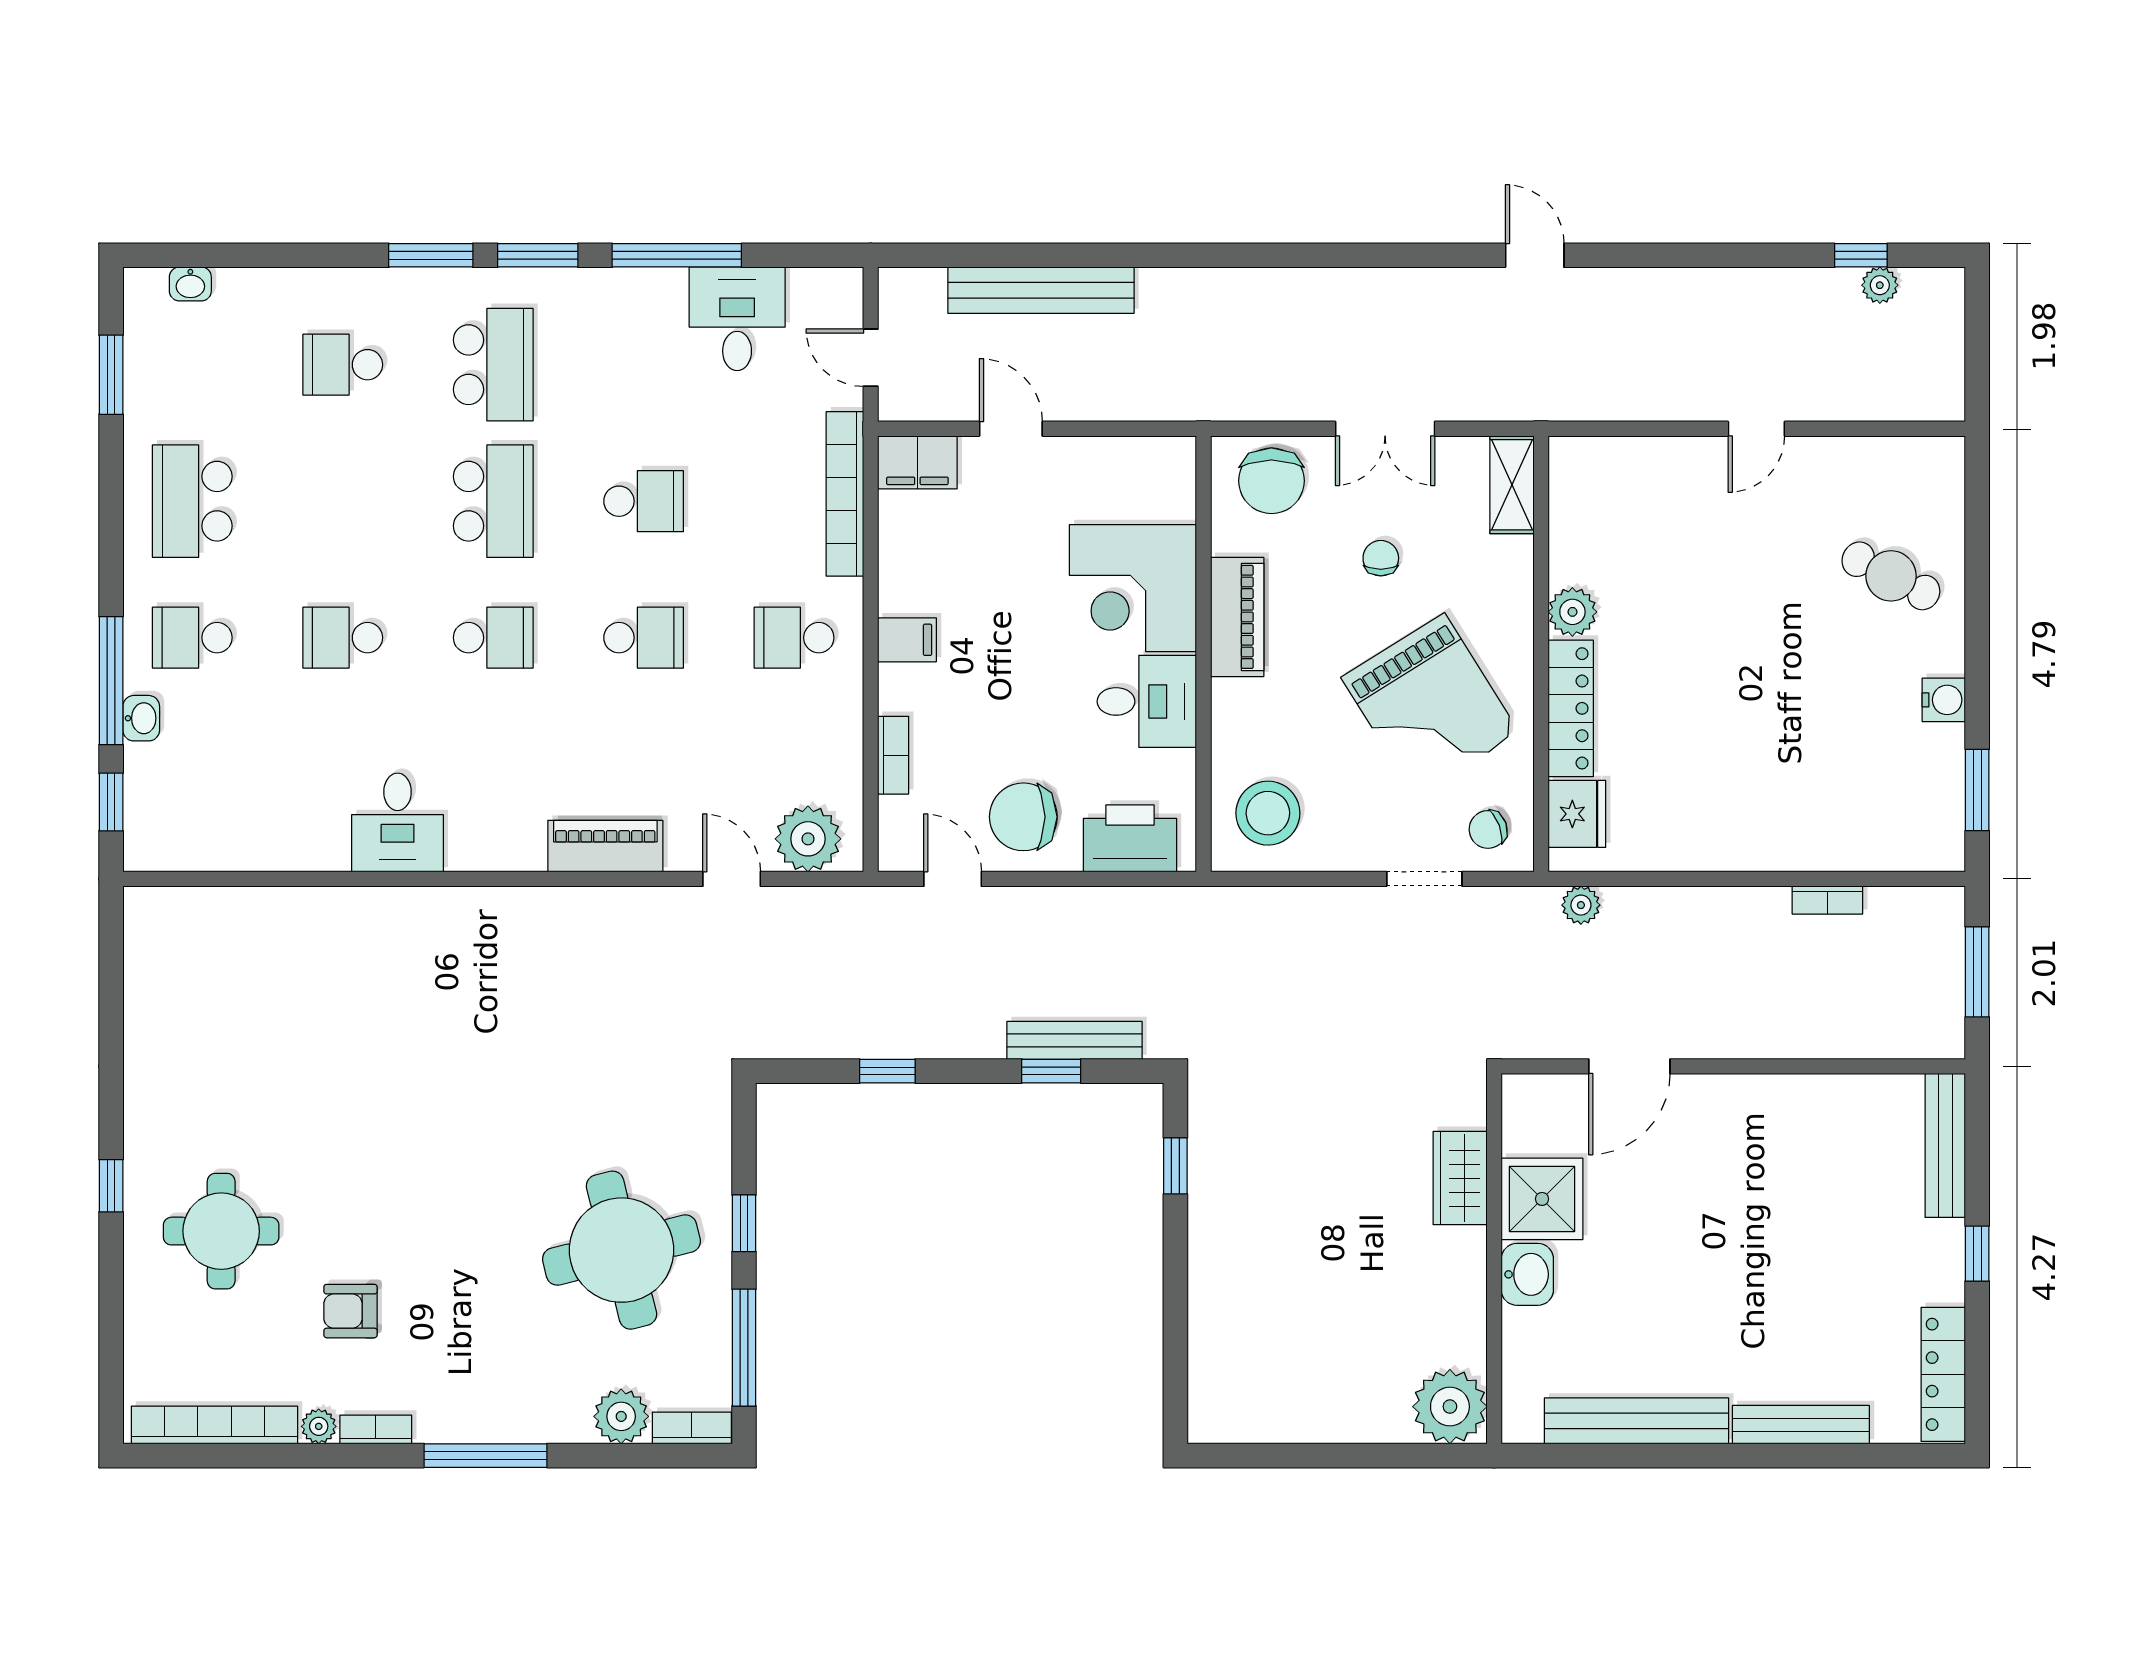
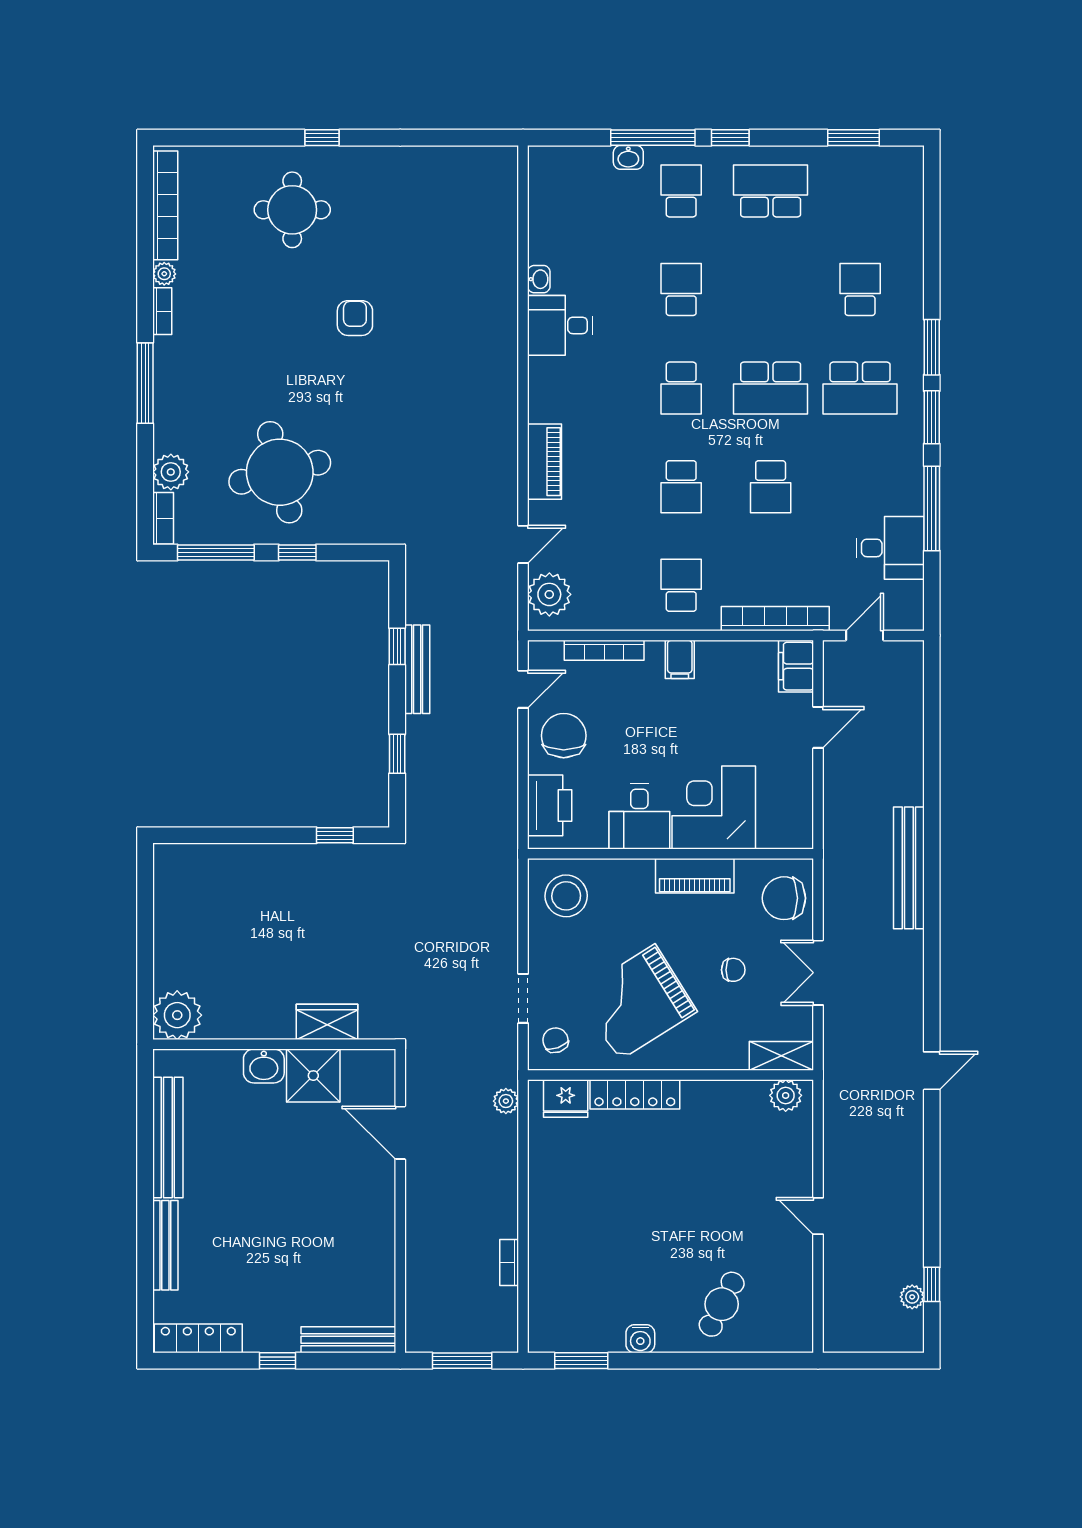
washbasin: (190, 284) -> (539, 279), moved, turned 180
bench: (1041, 290) -> (909, 868), moved
plant: (1572, 612) -> (786, 1095), moved
bookcase: (893, 755) -> (604, 650), width x1.56
window: (111, 802) -> (730, 138), moved
bench: (1074, 1040) -> (417, 669), moved
armchair: (350, 1311) -> (355, 318), moved

